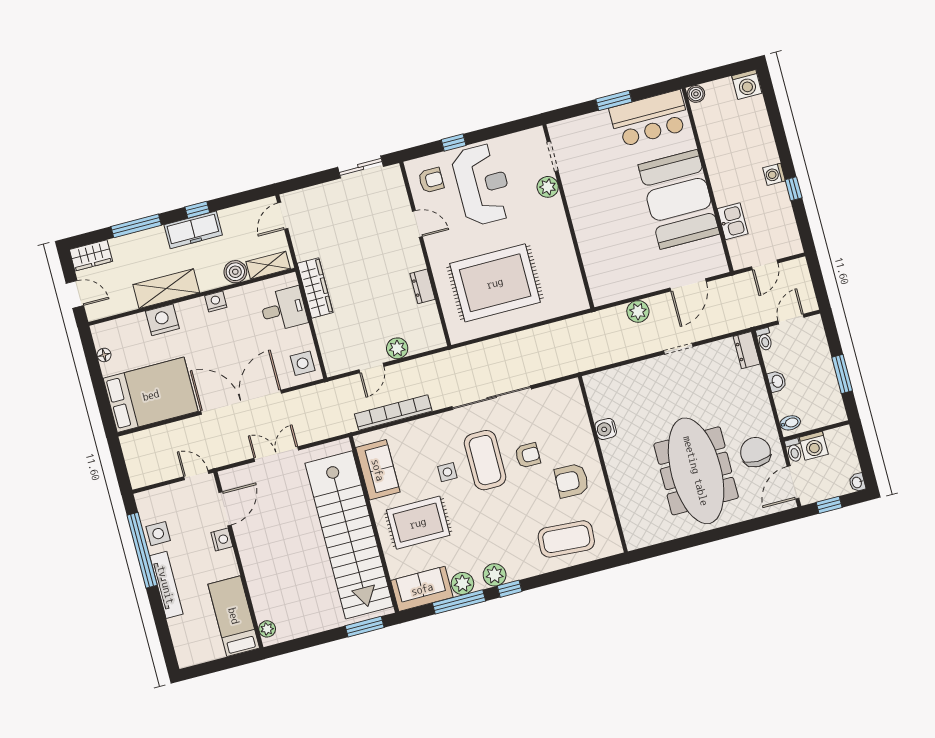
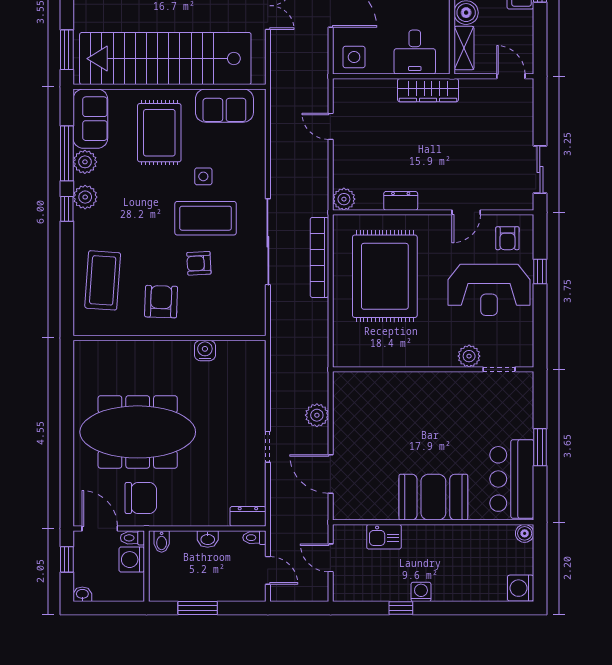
booth: (679, 199) -> (433, 497), width x0.73, depth x0.70
plant: (397, 348) -> (344, 199), moved
bookcase: (393, 413) -> (319, 257), moved, turned 180
armchair: (528, 455) -> (199, 263), turned 87

